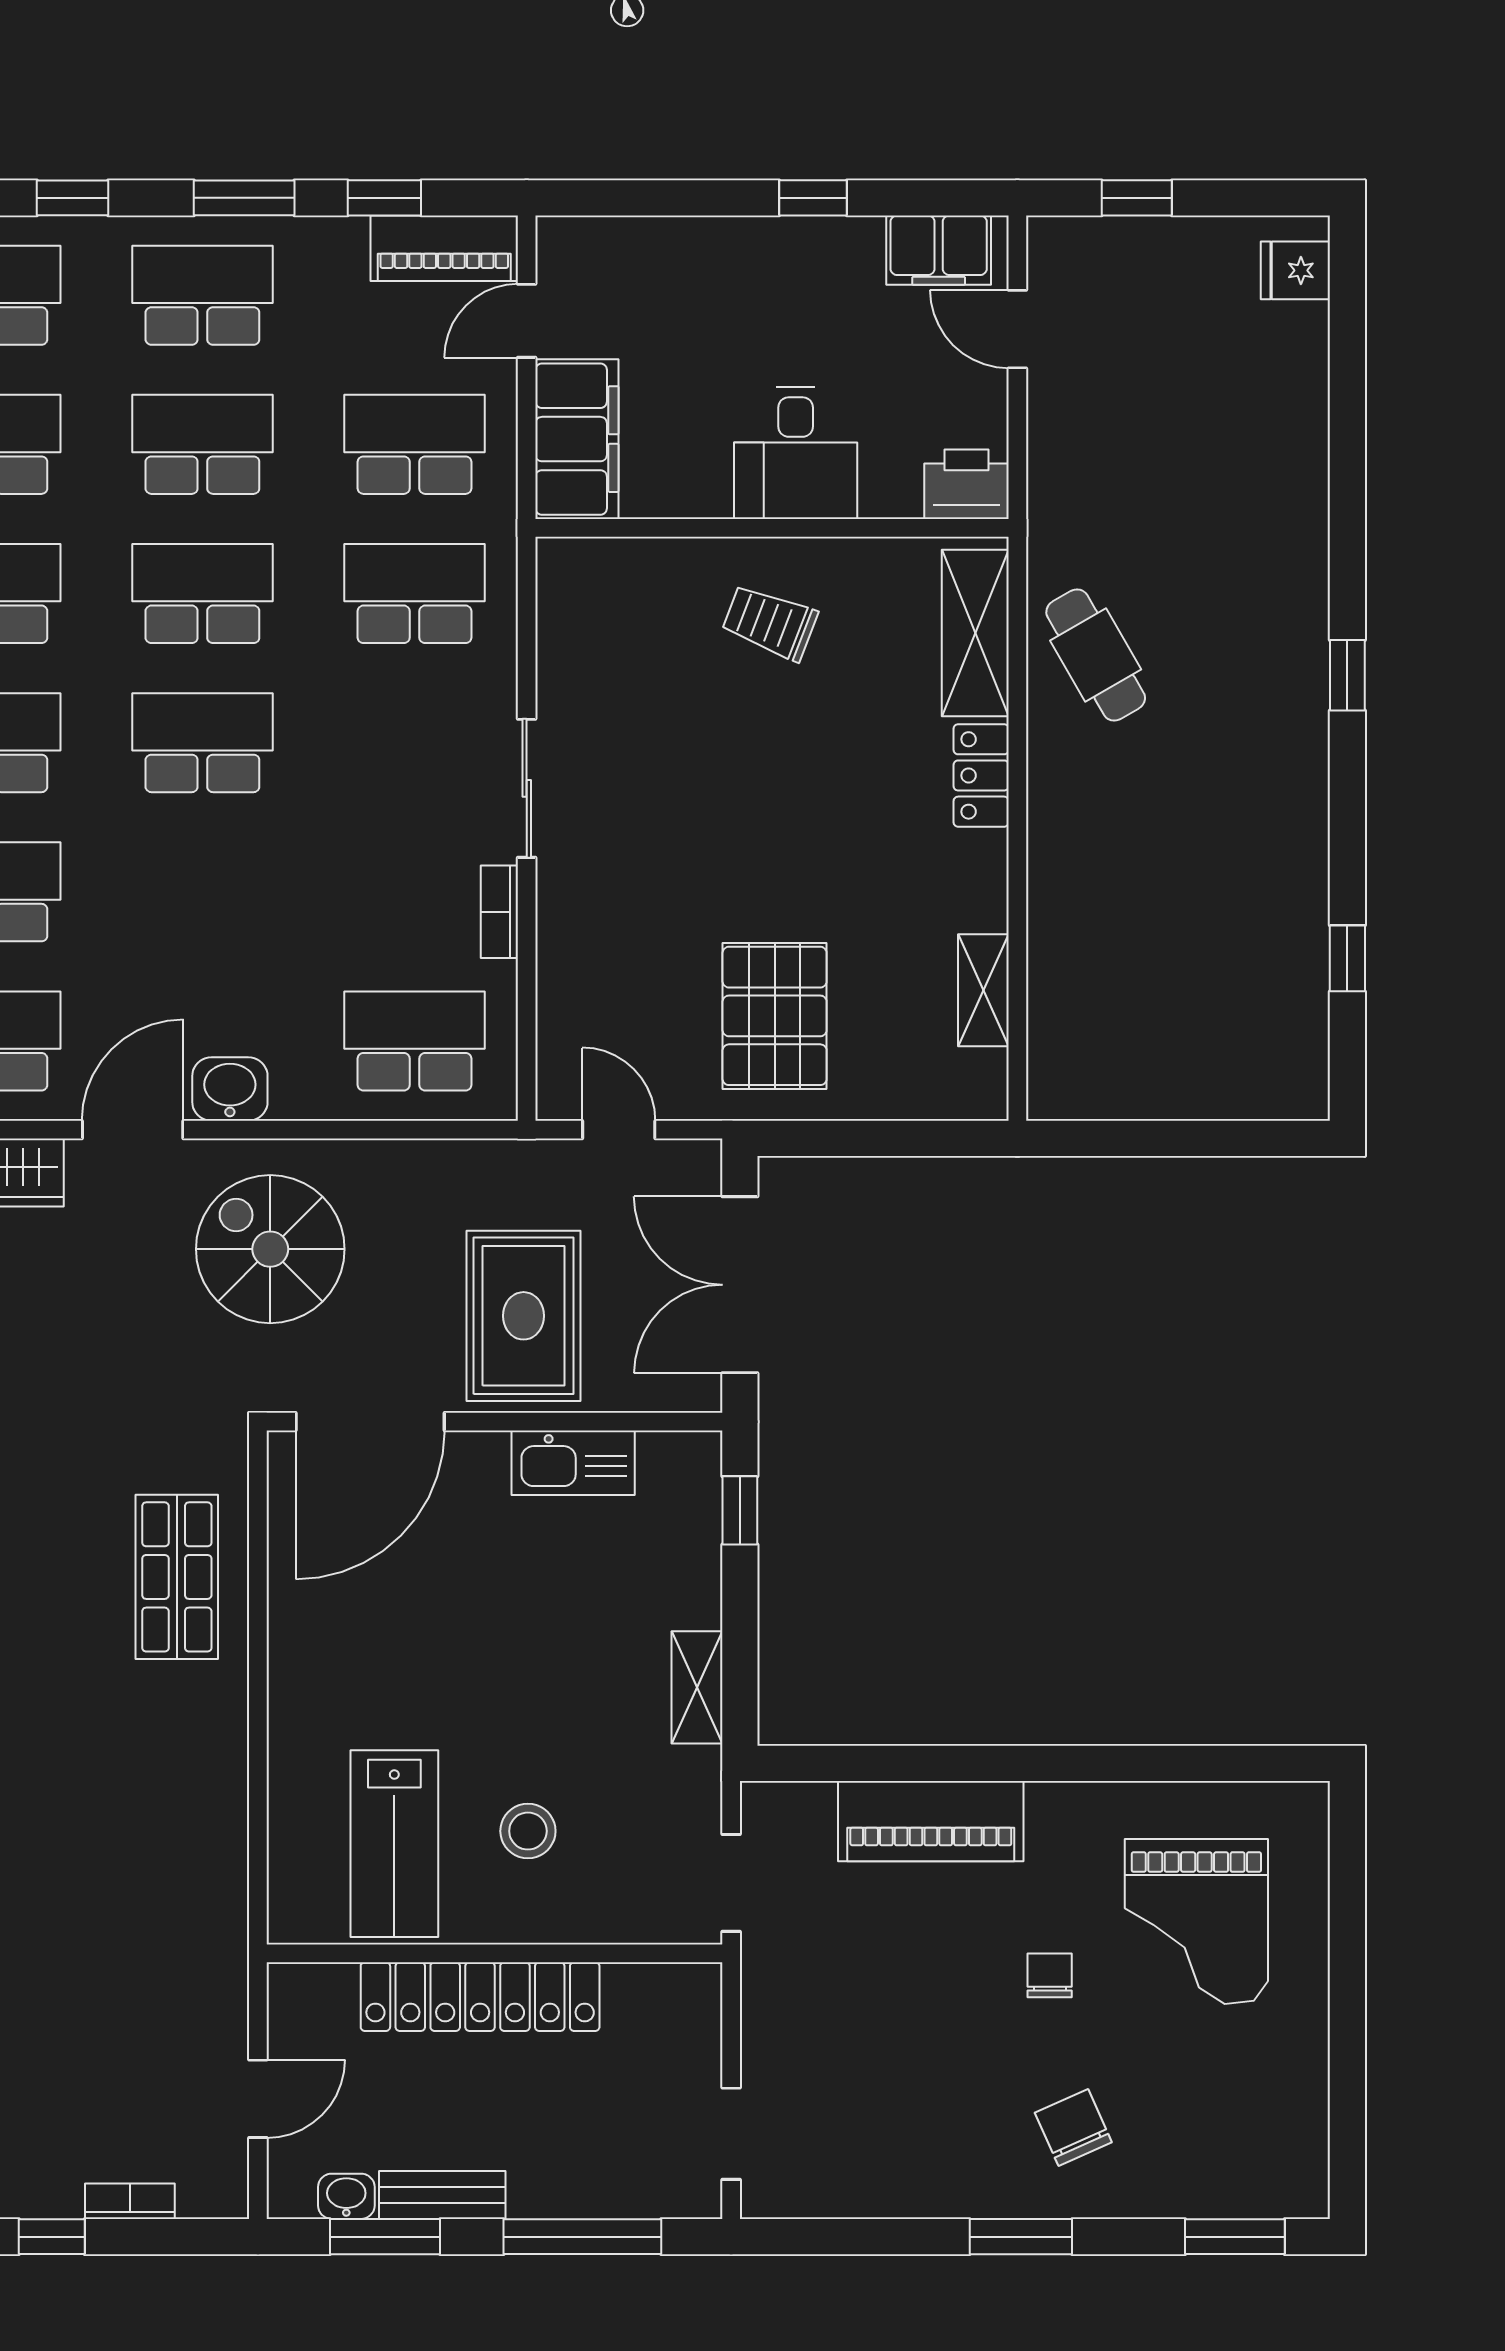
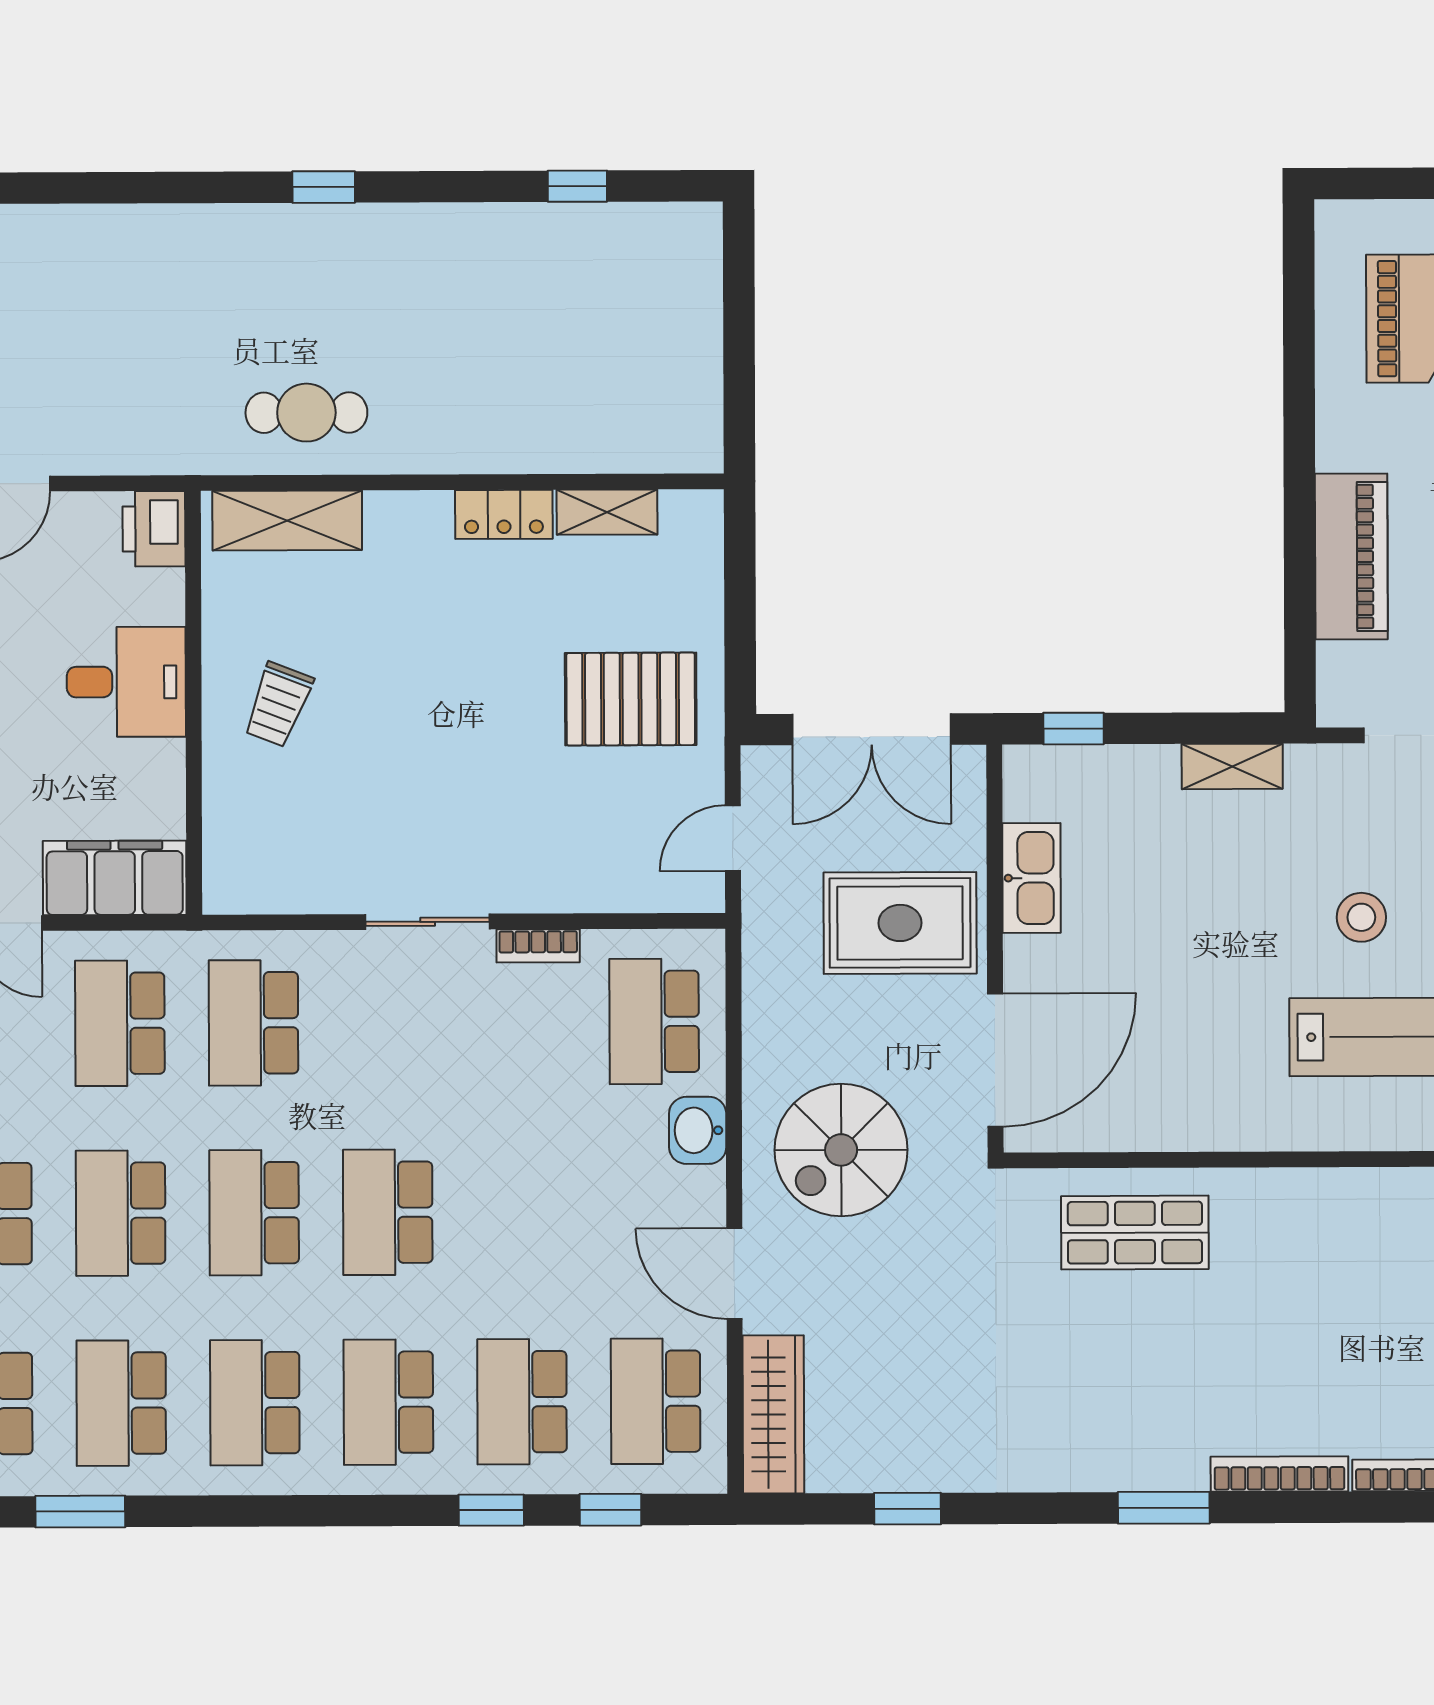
cafe table: (1096, 655) -> (306, 413), turned 30
locker: (981, 775) -> (504, 514), moved
washbasin: (230, 1089) -> (698, 1130), moved
door: (370, 1422) -> (995, 1060), hinge flipped

